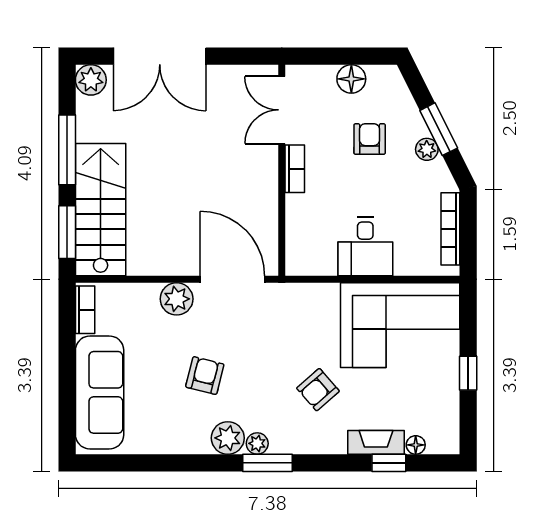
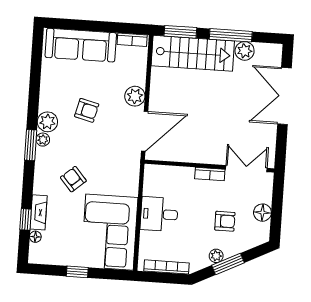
plant: (91, 80) -> (245, 51), moved

